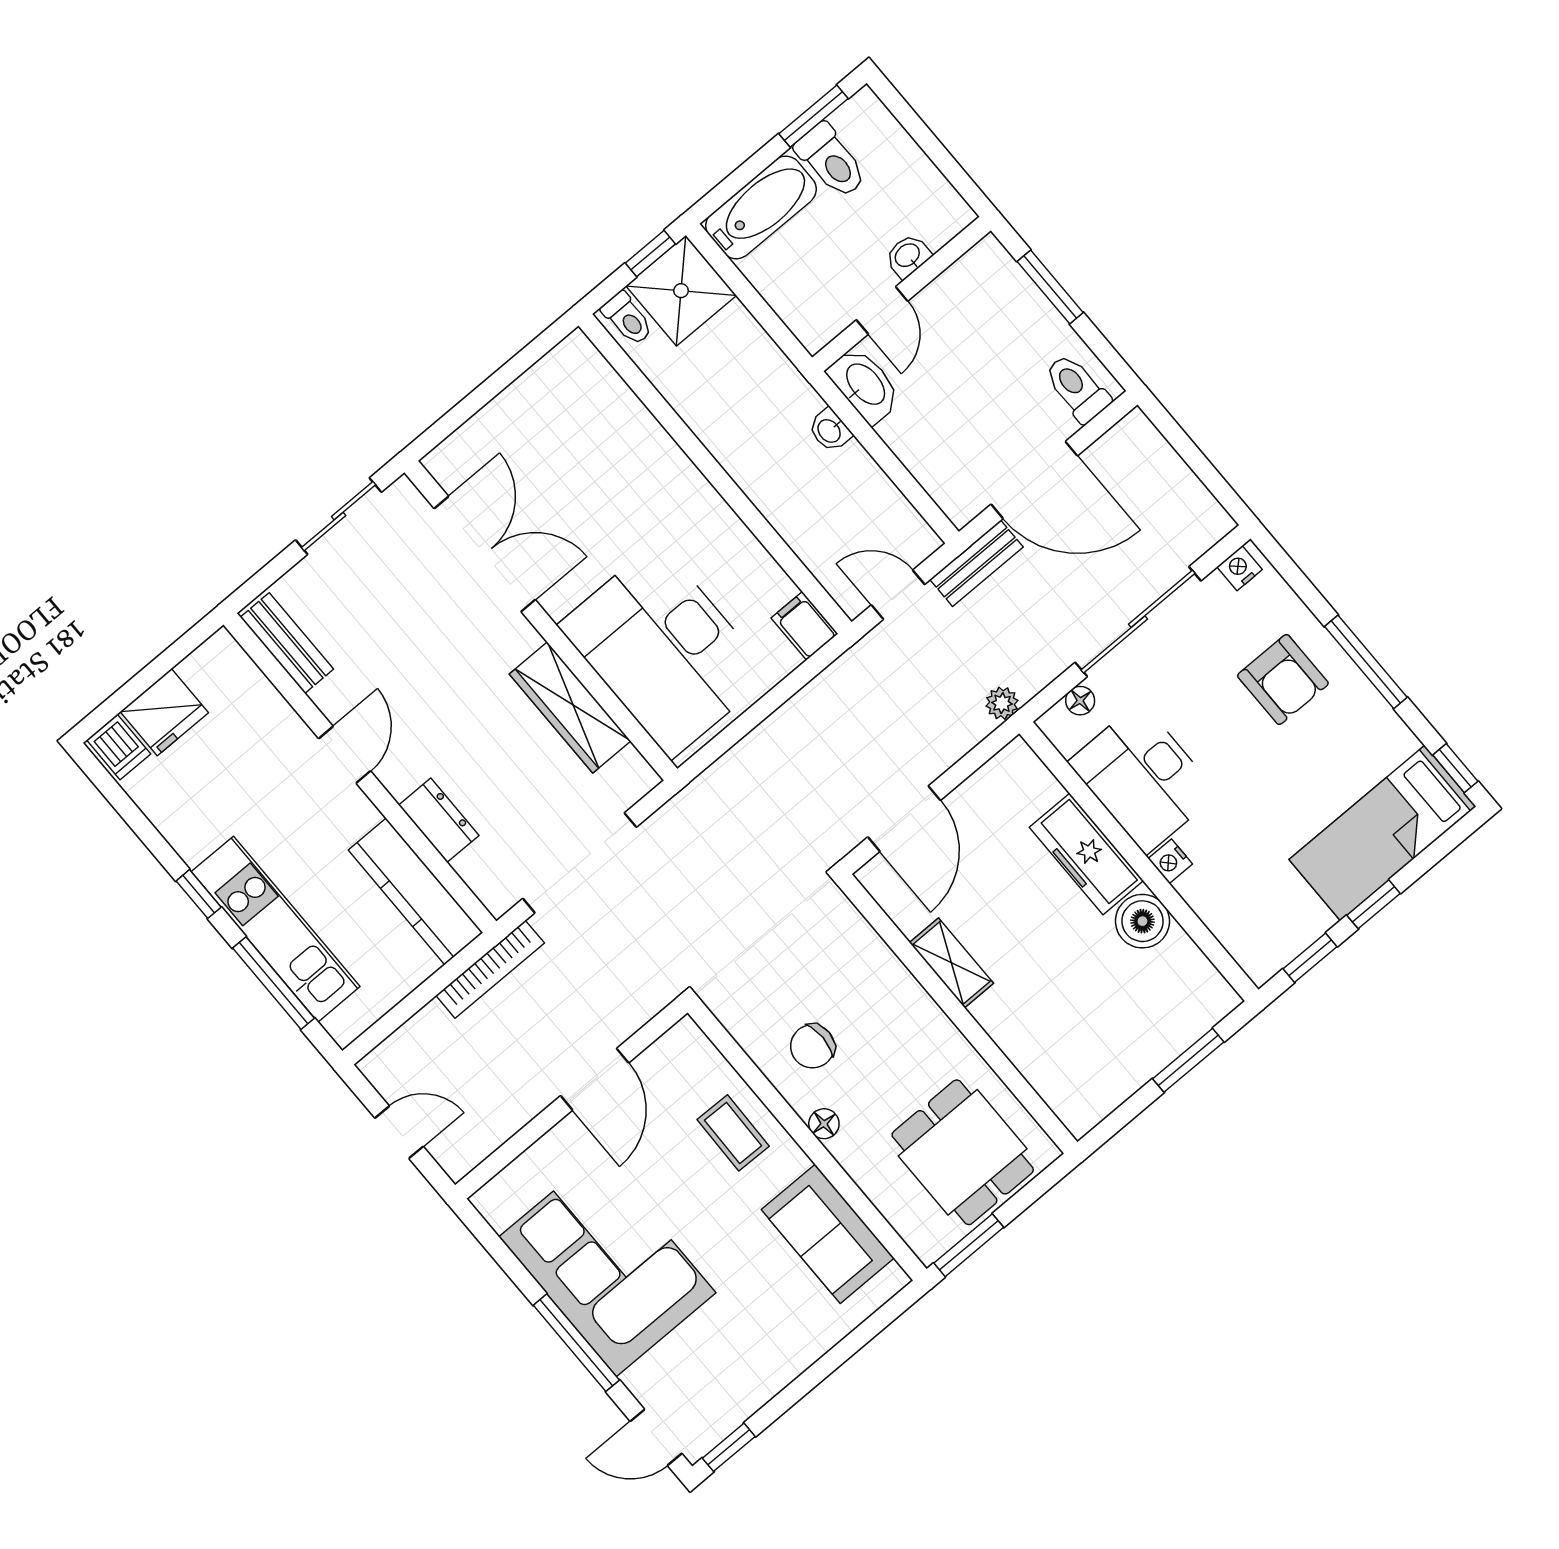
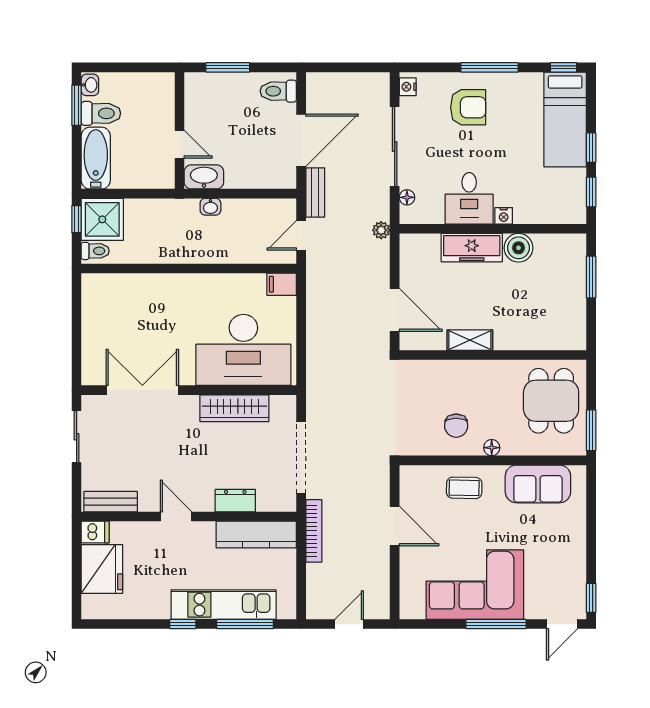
washbasin: (908, 256) -> (90, 85), moved, turned 180
fridge: (164, 712) -> (102, 569), width x1.36, depth x1.34
dishwasher: (119, 747) -> (95, 532), moved
desk: (1143, 778) -> (469, 198), width x0.73
dining table: (963, 1152) -> (551, 401), turned 90

